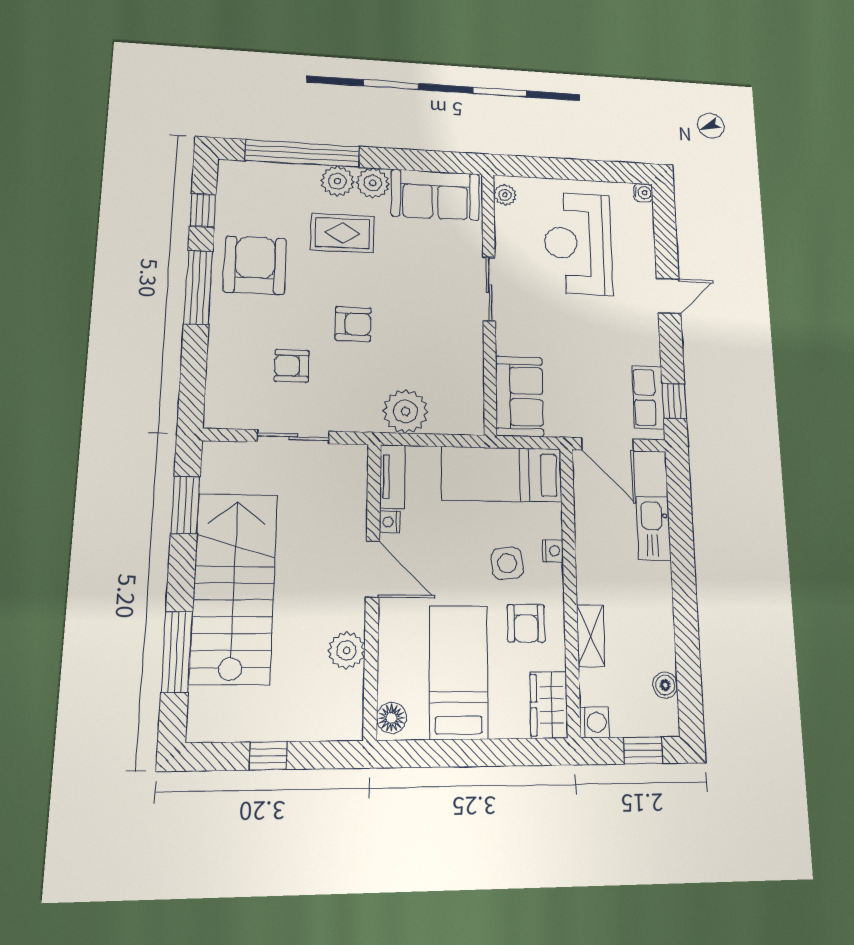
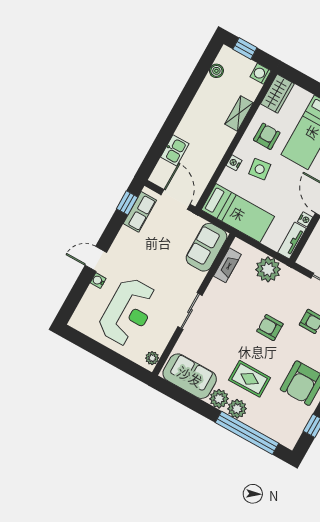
water cooler: (643, 193) -> (98, 281), moved
fireplace: (472, 385) -> (227, 265), added
kitchen sink: (653, 528) -> (175, 150), width x0.73

